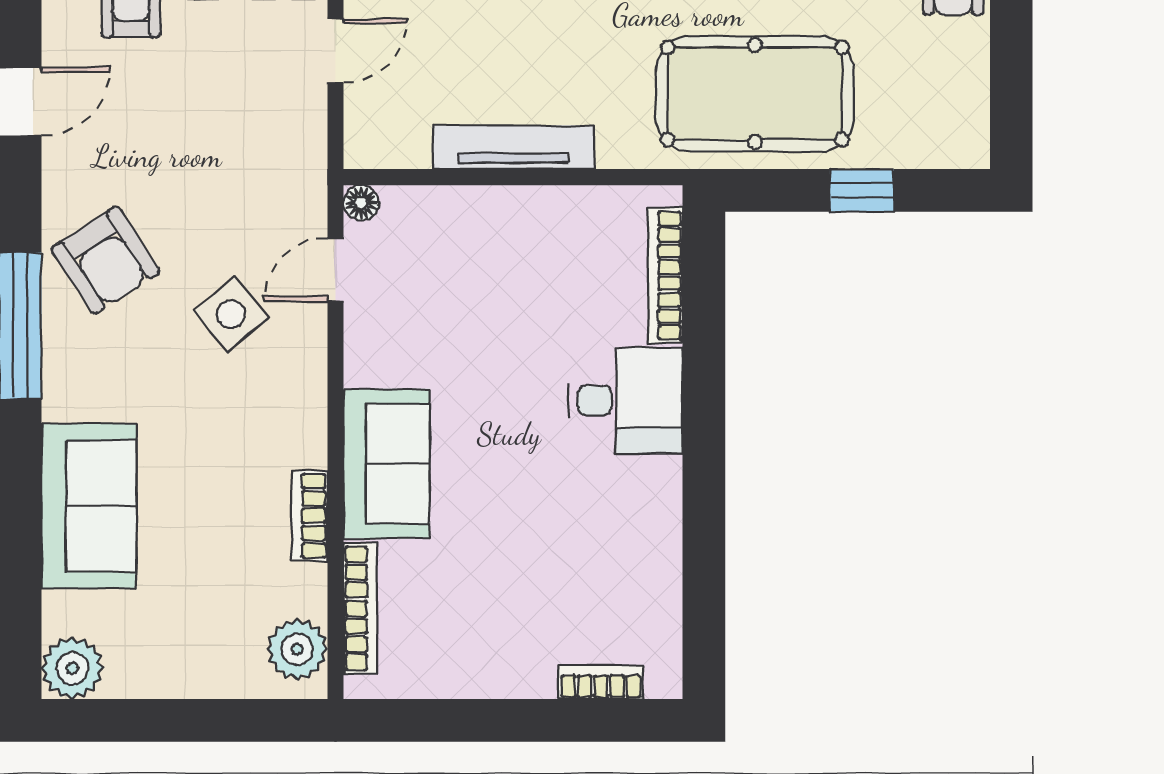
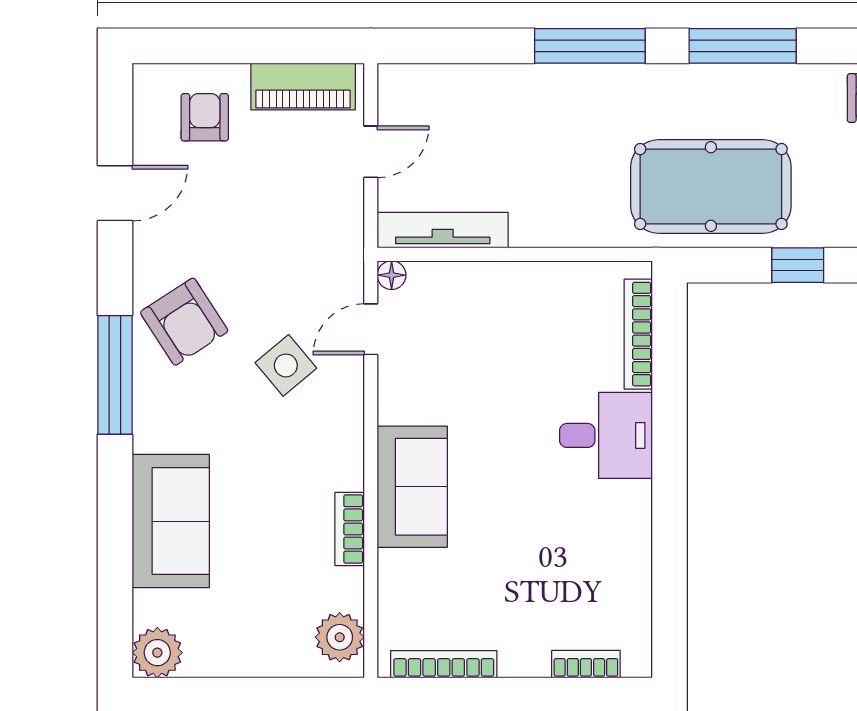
tv unit: (513, 147) -> (443, 230), moved
bookcase: (360, 608) -> (444, 664), moved, turned -90

